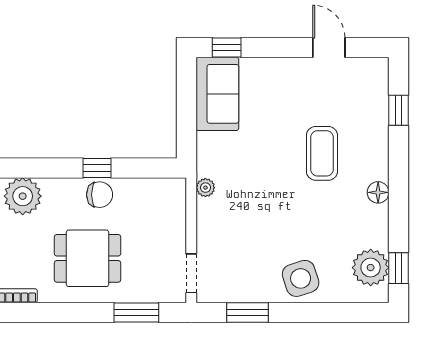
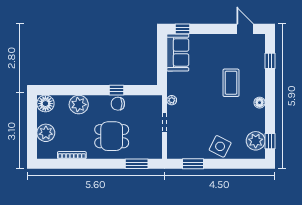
door: (329, 47) -> (245, 29), moved
chair: (100, 195) -> (118, 104), turned 180
doorway: (191, 273) -> (164, 123), moved
side table: (301, 278) -> (220, 146), turned 45

